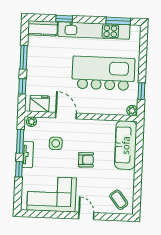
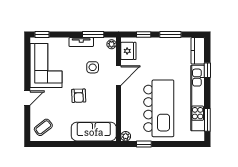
window: (19, 169) -> (42, 35), moved

